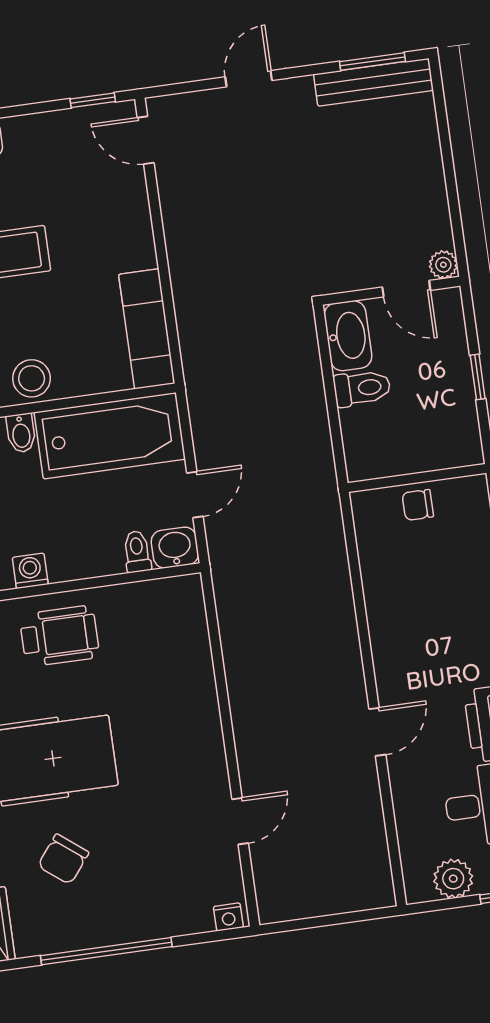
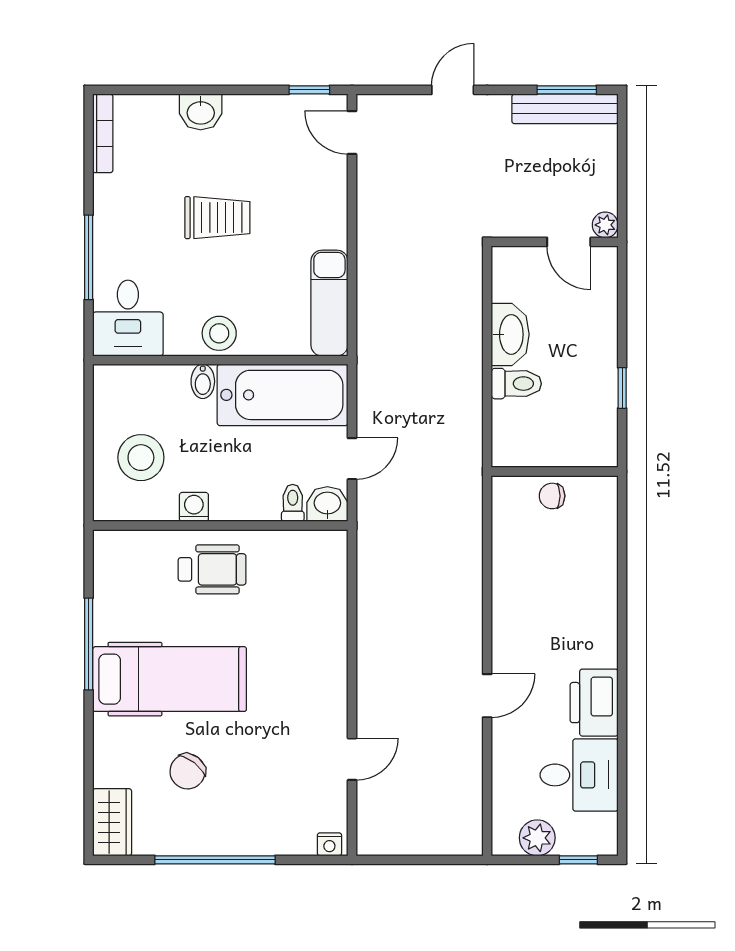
plant: (443, 265) -> (605, 225), moved
door: (406, 289) -> (569, 242), moved
wall: (391, 291) -> (555, 242), moved

